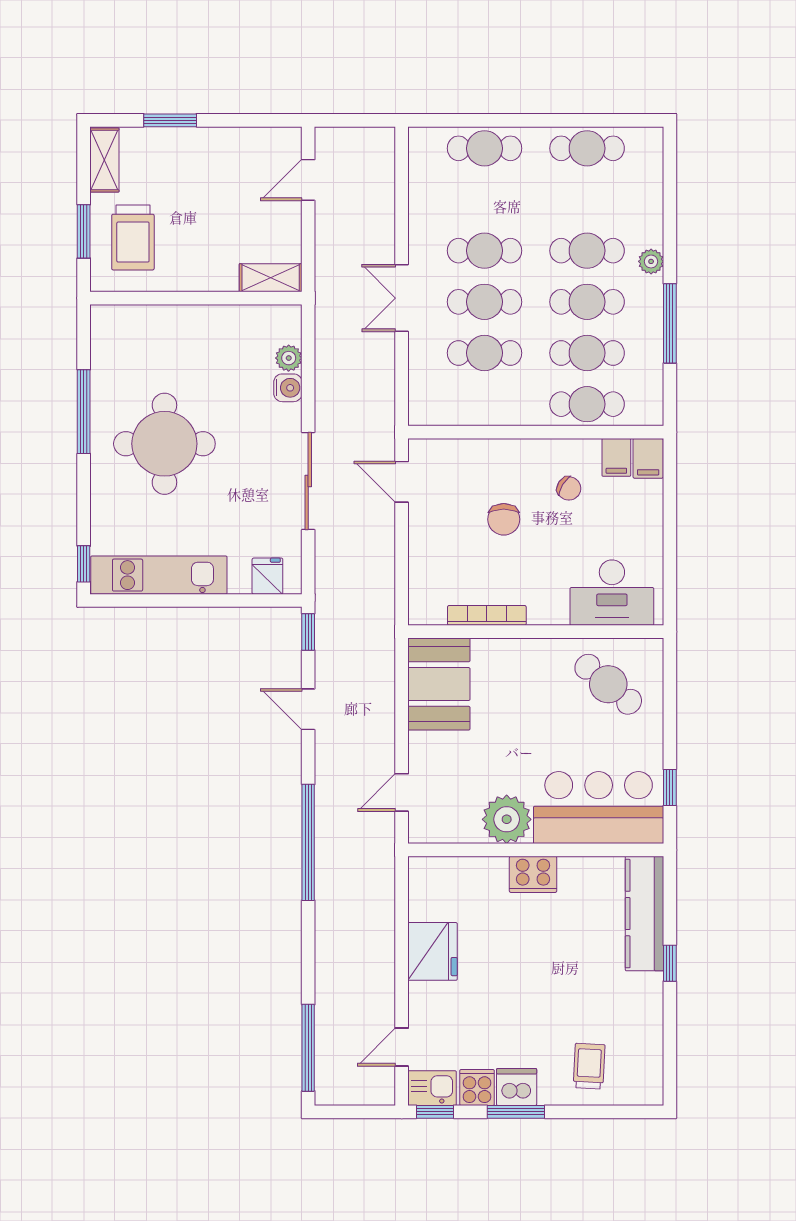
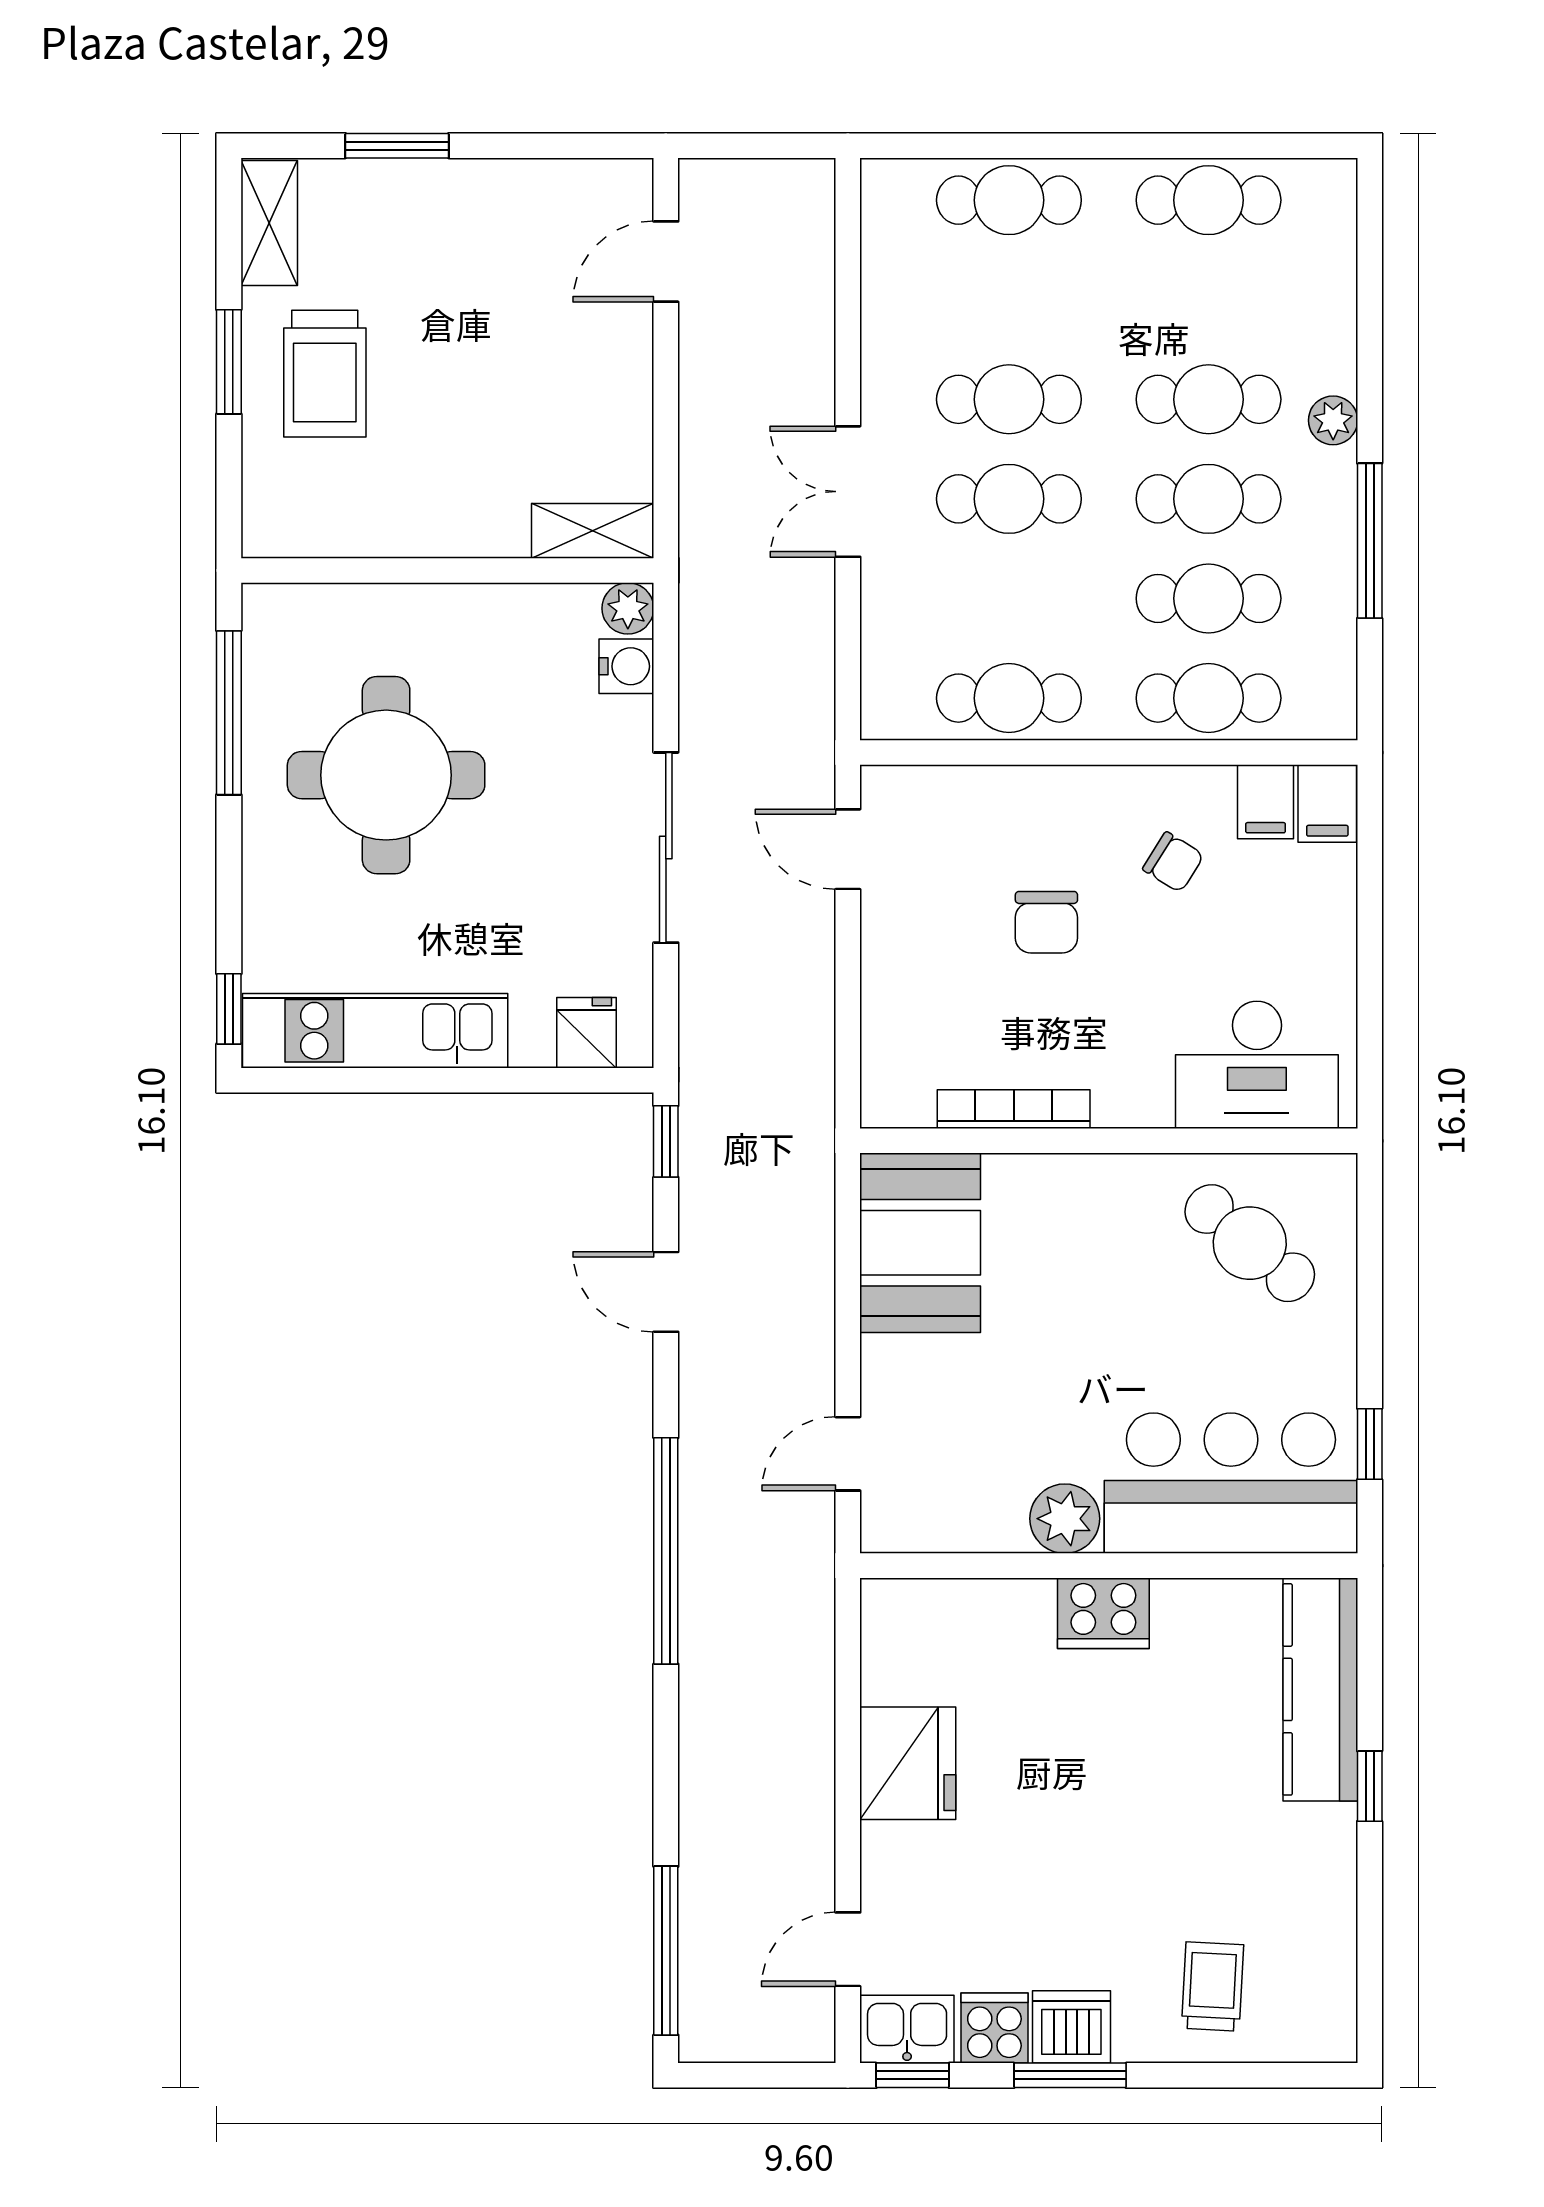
shelving: (271, 278) -> (593, 531), moved
wall: (196, 298) -> (447, 570), moved
cafe table: (484, 353) -> (1009, 698), moved
plant: (507, 819) -> (1065, 1519), width x0.73, depth x0.73

